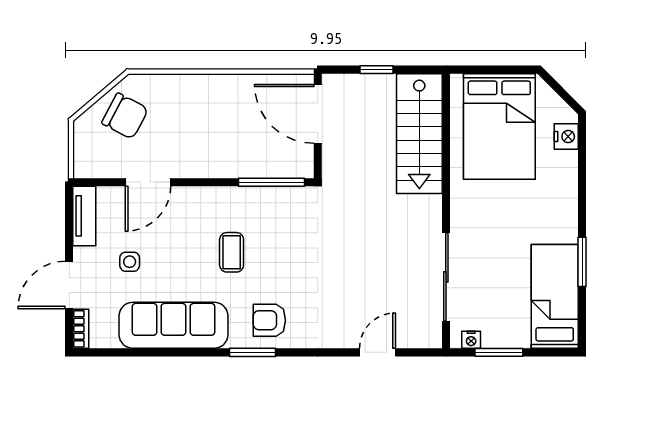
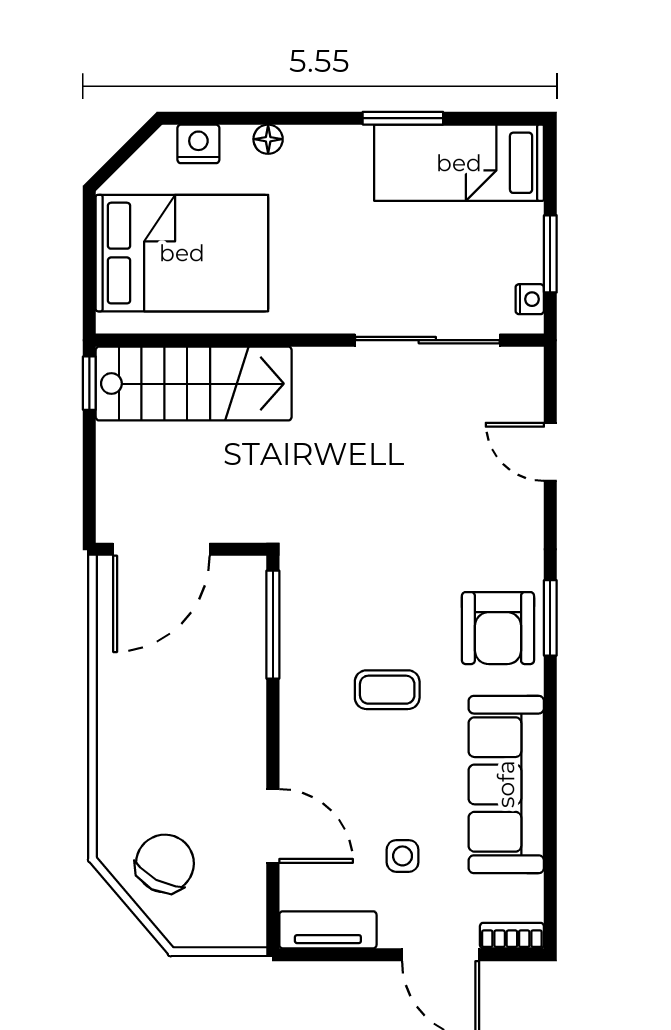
window: (377, 70) -> (89, 383), moved
floor lamp: (569, 179) -> (268, 139), added
armchair: (269, 320) -> (498, 628), width x1.38, depth x1.38
window: (252, 352) -> (550, 618), moved

